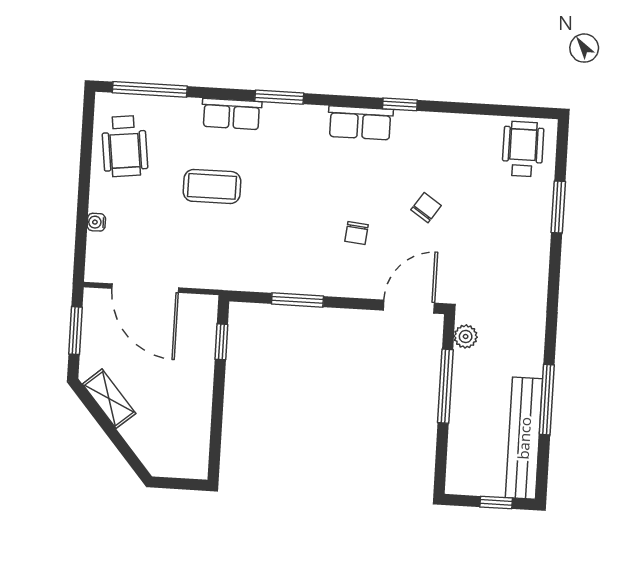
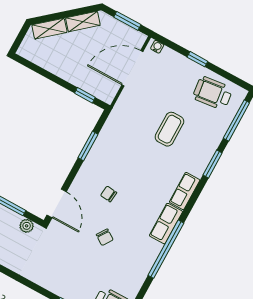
window: (279, 97) -> (213, 164), moved
window: (400, 104) -> (166, 249), width x3.17
row of seats: (232, 114) -> (185, 191), moved
window: (84, 194) -> (197, 59), added
water cooler: (96, 222) -> (157, 47), moved
shelving: (144, 445) -> (49, 29), added

